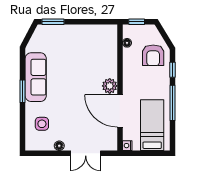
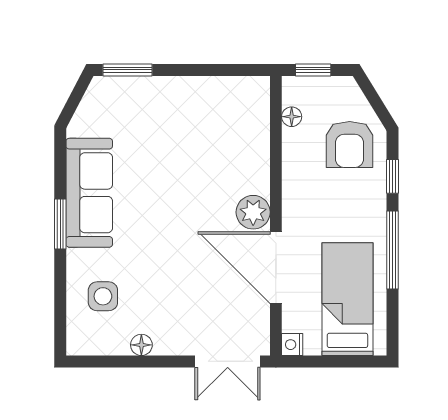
double door: (86, 153) -> (228, 361), moved

